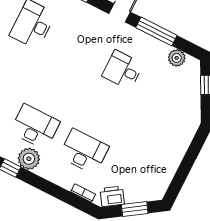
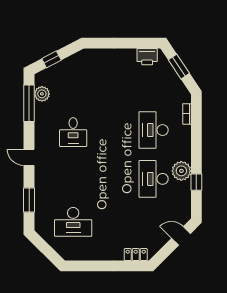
window: (156, 31) -> (29, 103), moved
printer: (112, 196) -> (147, 57), moved, turned -56

